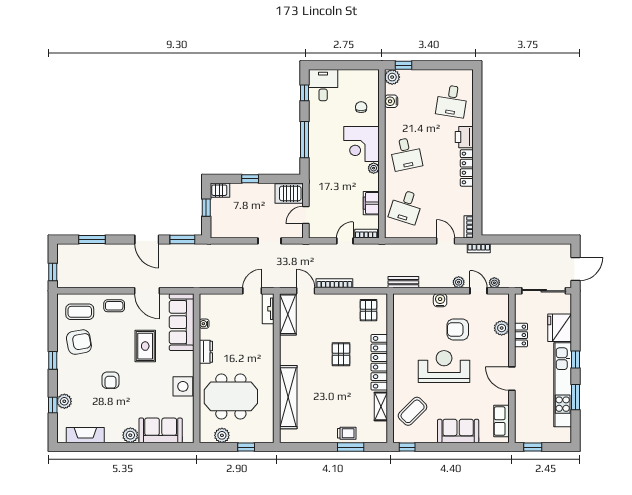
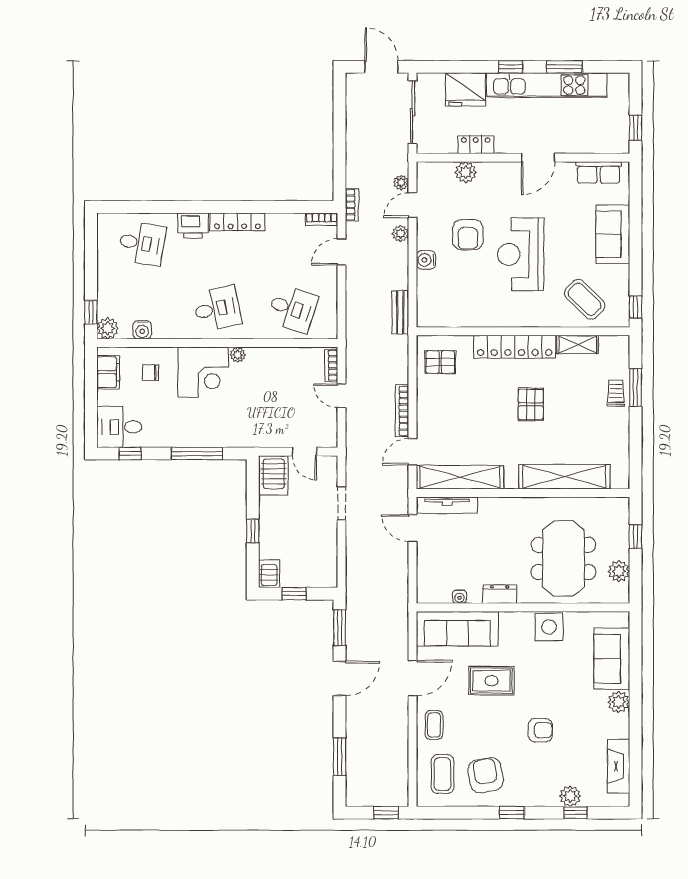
filing cabinet: (371, 203) -> (108, 372), moved, turned -90
tv unit: (268, 309) -> (447, 505), width x1.41
shelving: (288, 314) -> (460, 477), width x1.47
pallet: (341, 354) -> (531, 404), moved, turned 90

